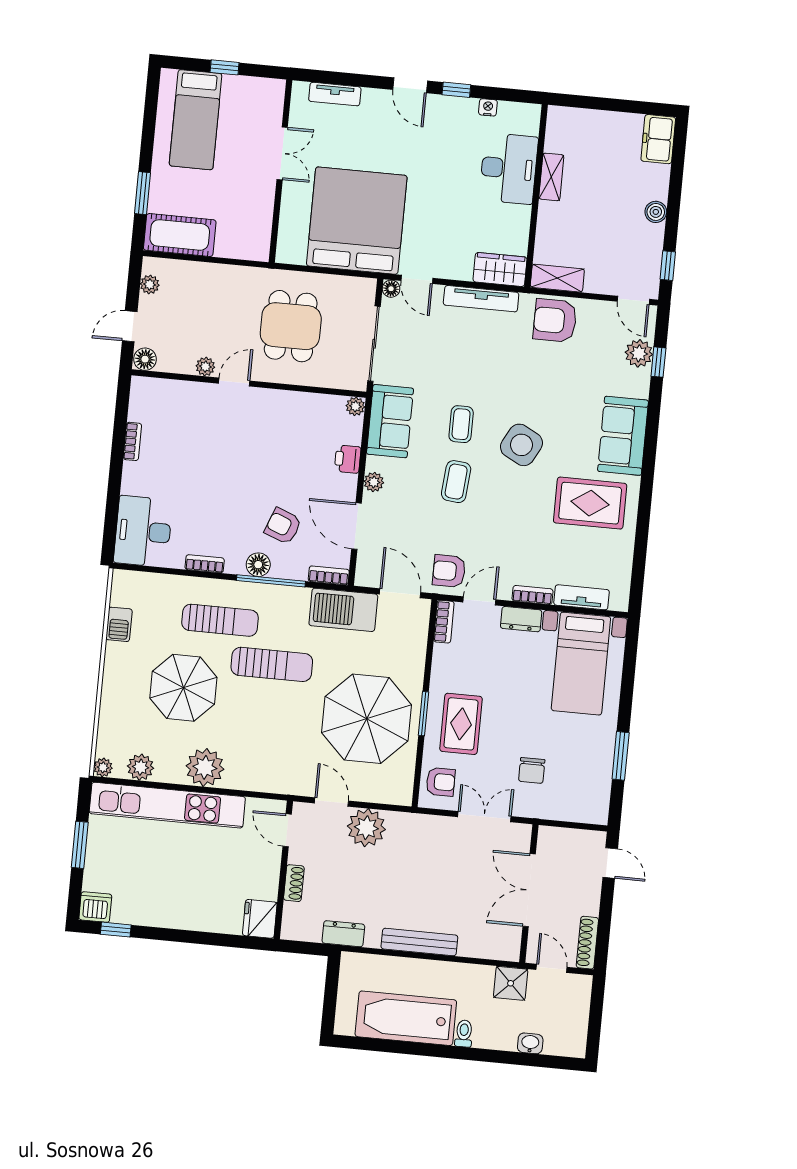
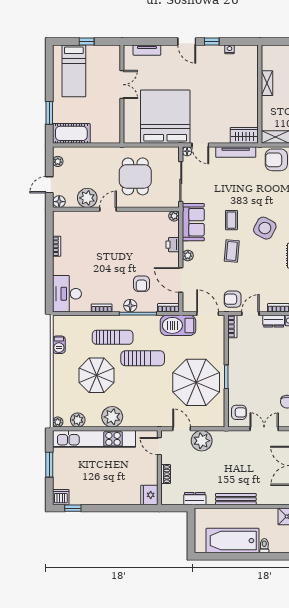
desk: (509, 169) -> (244, 81), removed
plant: (205, 367) -> (87, 198), width x1.88, depth x1.88
armchair: (283, 526) -> (141, 284), turned -111
rug: (461, 724) -> (247, 380), removed

